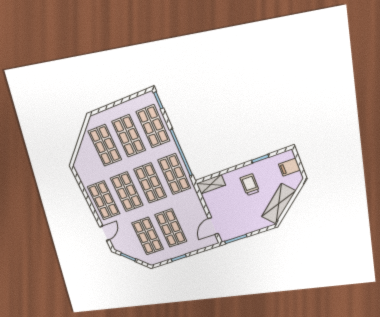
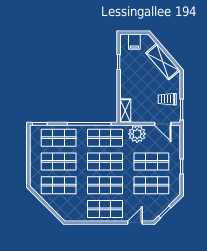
trolley: (250, 185) -> (167, 99), moved
plant: (192, 205) -> (137, 134), added
door: (105, 233) -> (135, 223), hinge flipped

